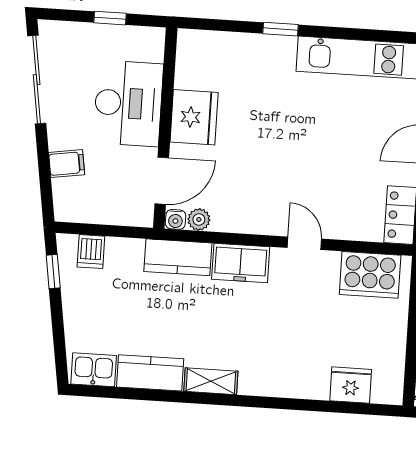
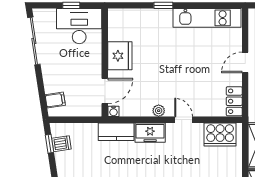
desk: (128, 103) -> (79, 26), moved, turned -90
filing cabinet: (67, 164) -> (55, 100), moved
plant: (199, 220) -> (159, 111), moved
dishwasher: (91, 252) -> (61, 144), moved, turned -99

